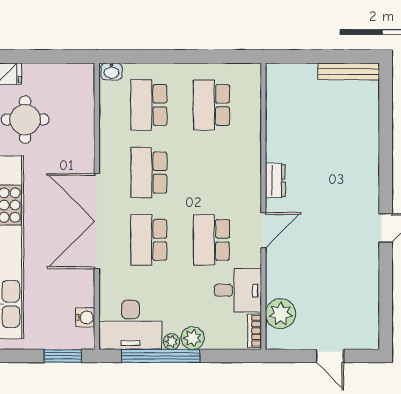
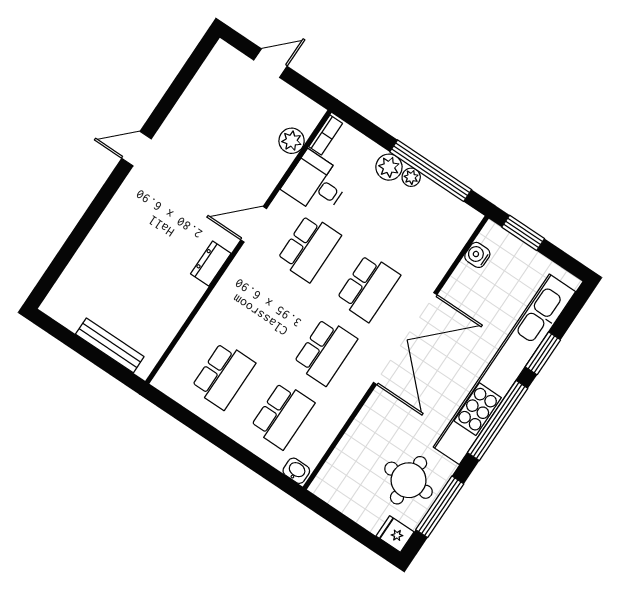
bench: (349, 71) -> (110, 345), moved
plant: (281, 314) -> (292, 141), width x0.73, depth x0.73
desk: (130, 325) -> (439, 219), removed
door: (330, 356) -> (270, 63), hinge flipped

